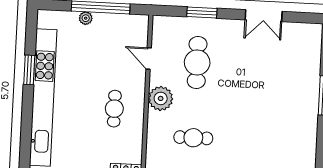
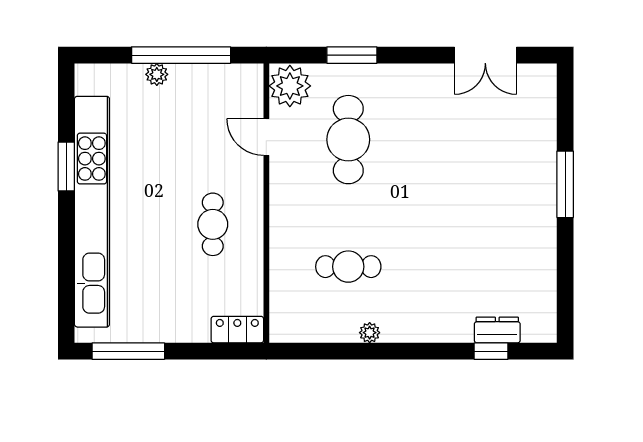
double door: (264, 16) -> (485, 55), moved
plant: (161, 98) -> (290, 86), moved

